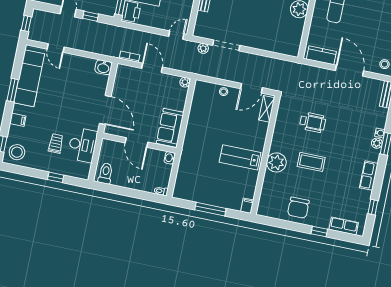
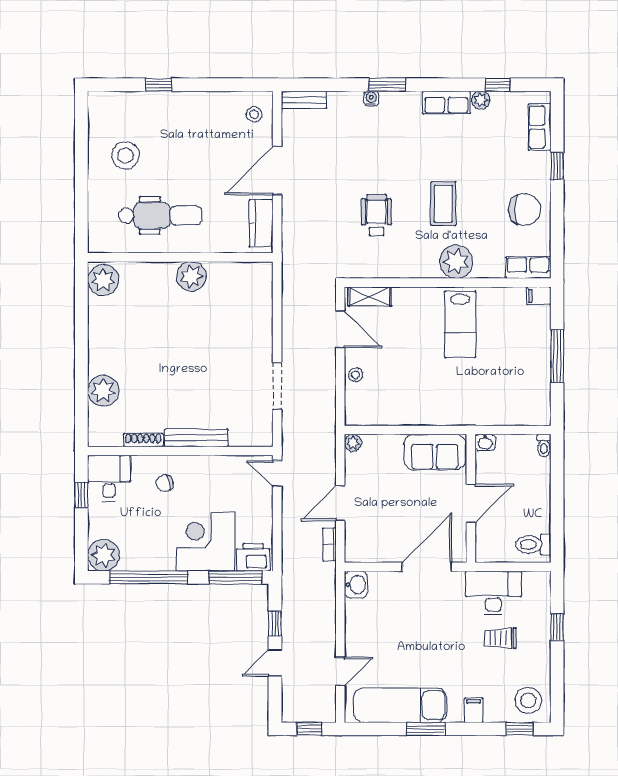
plant: (203, 48) -> (290, 424), removed
plant: (377, 143) -> (481, 100), moved
row of seats: (265, 203) -> (528, 268), added

